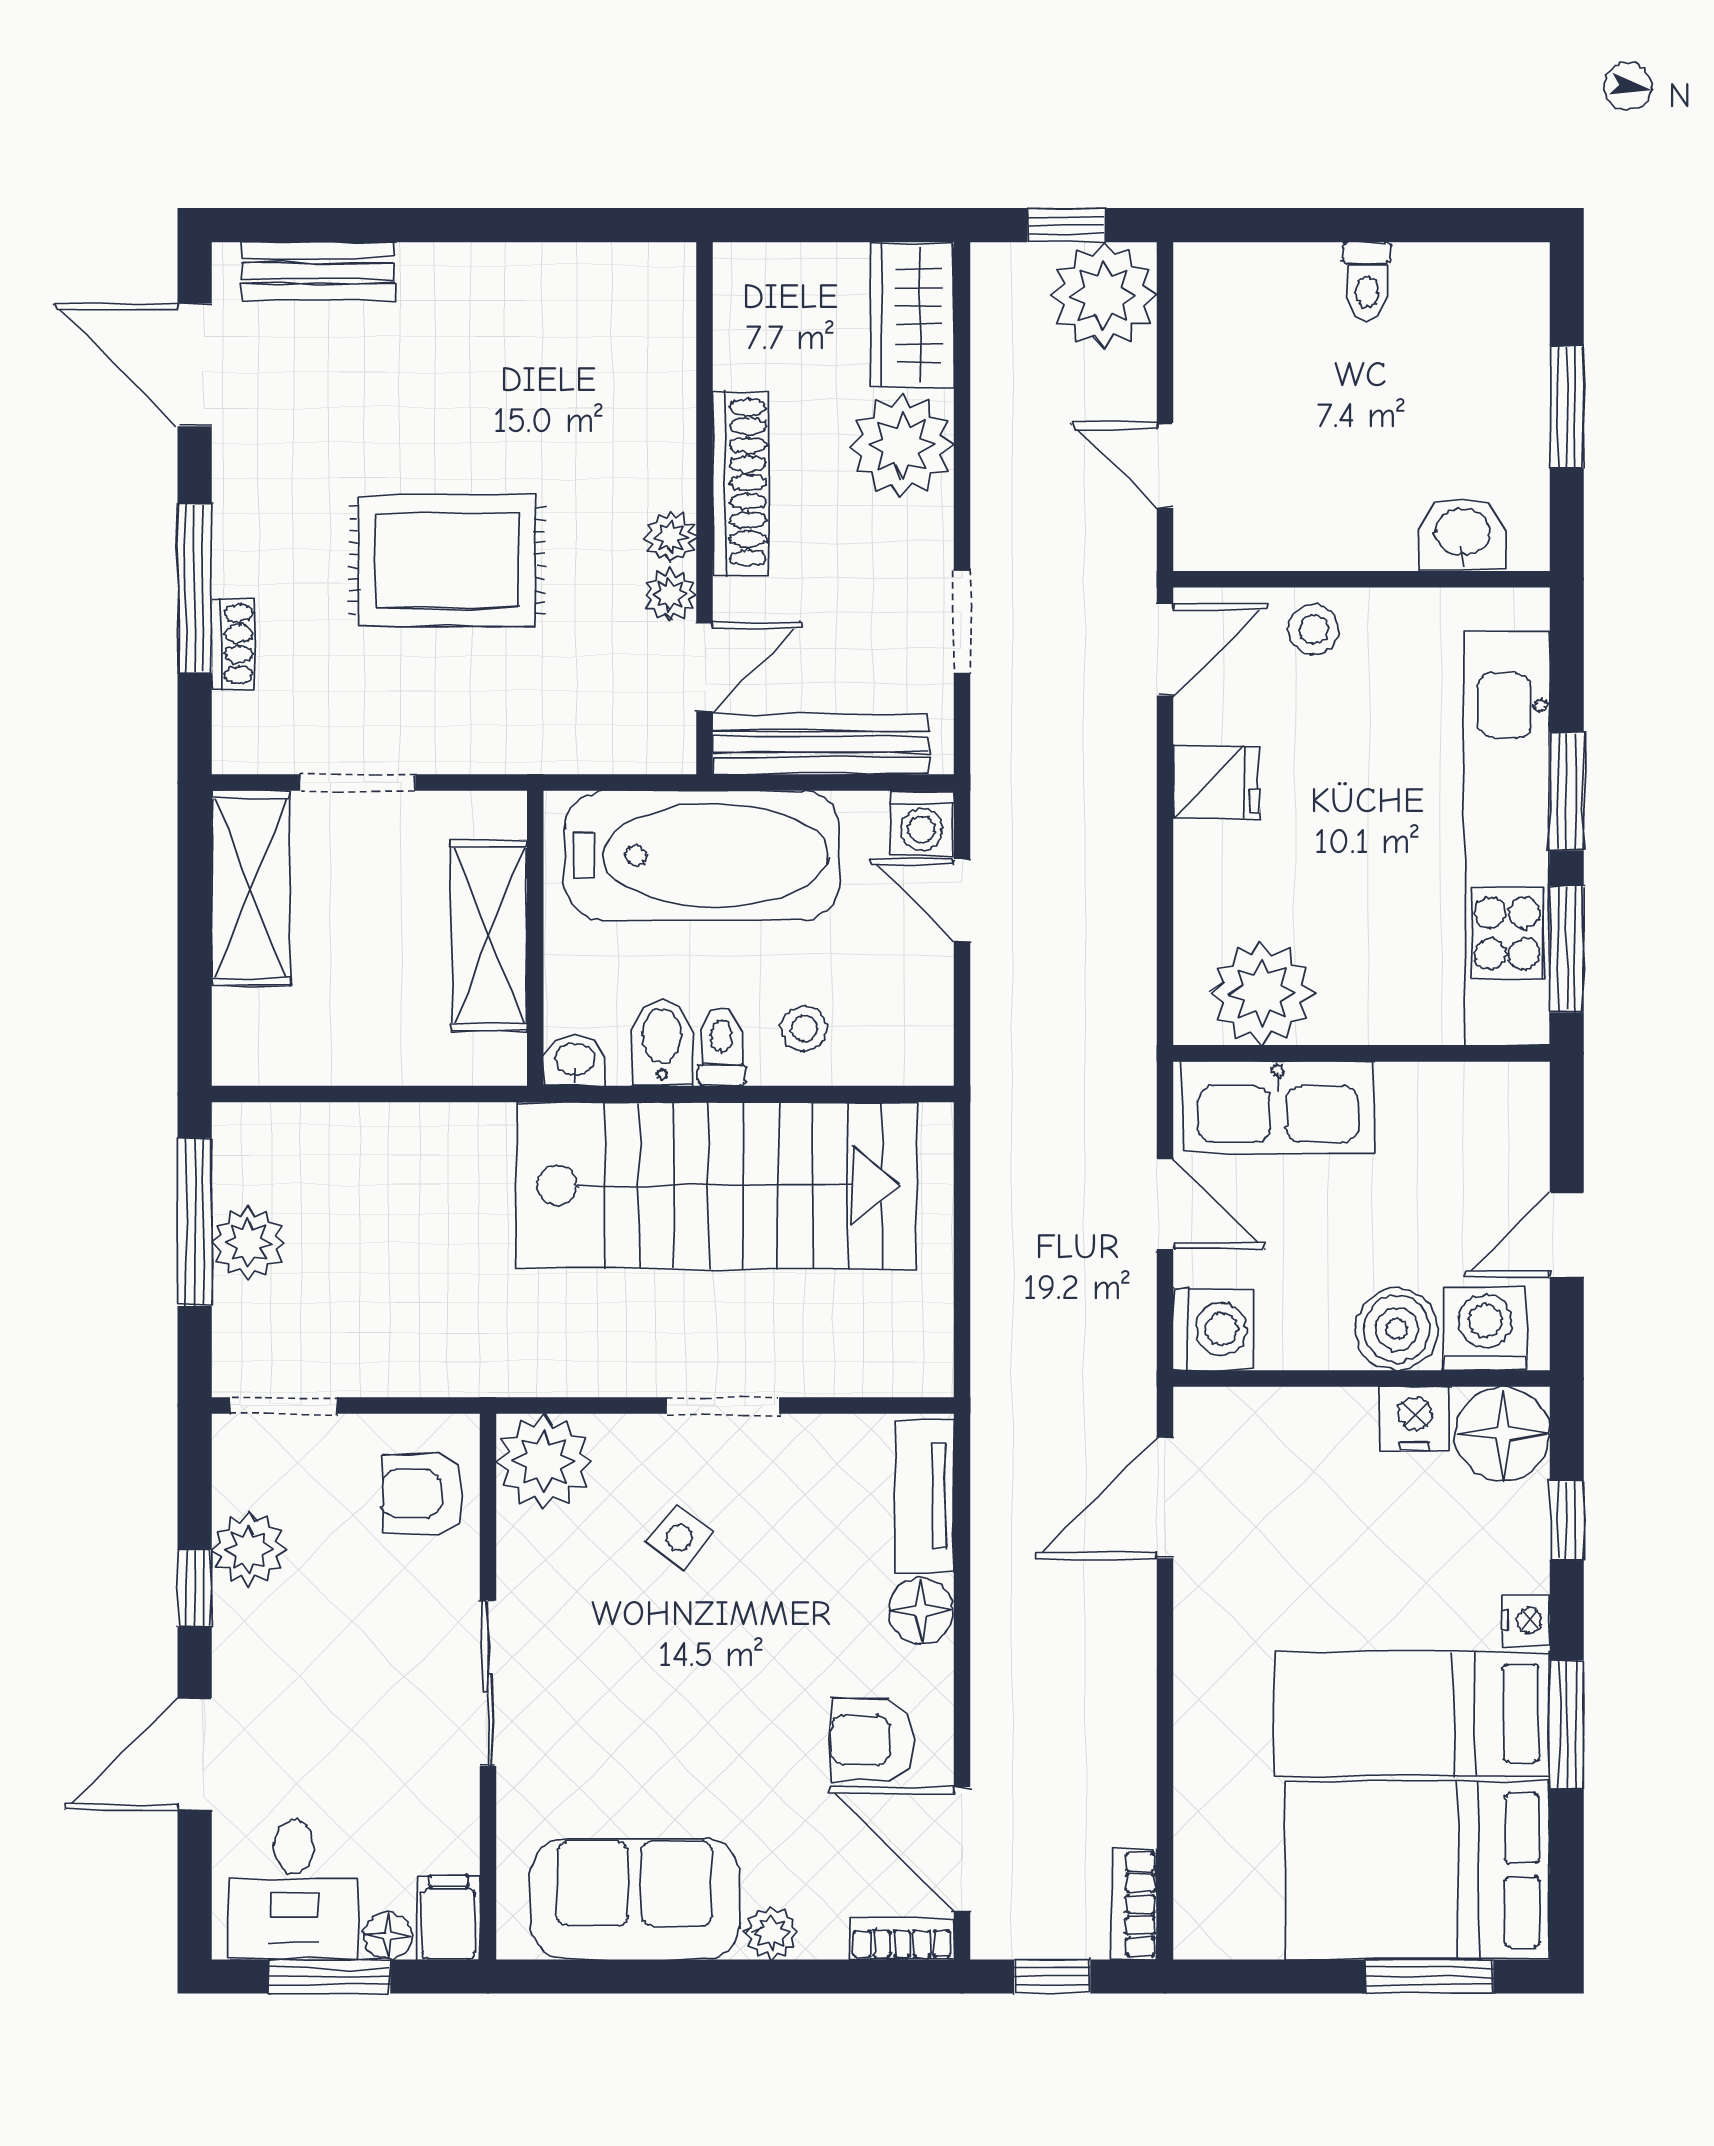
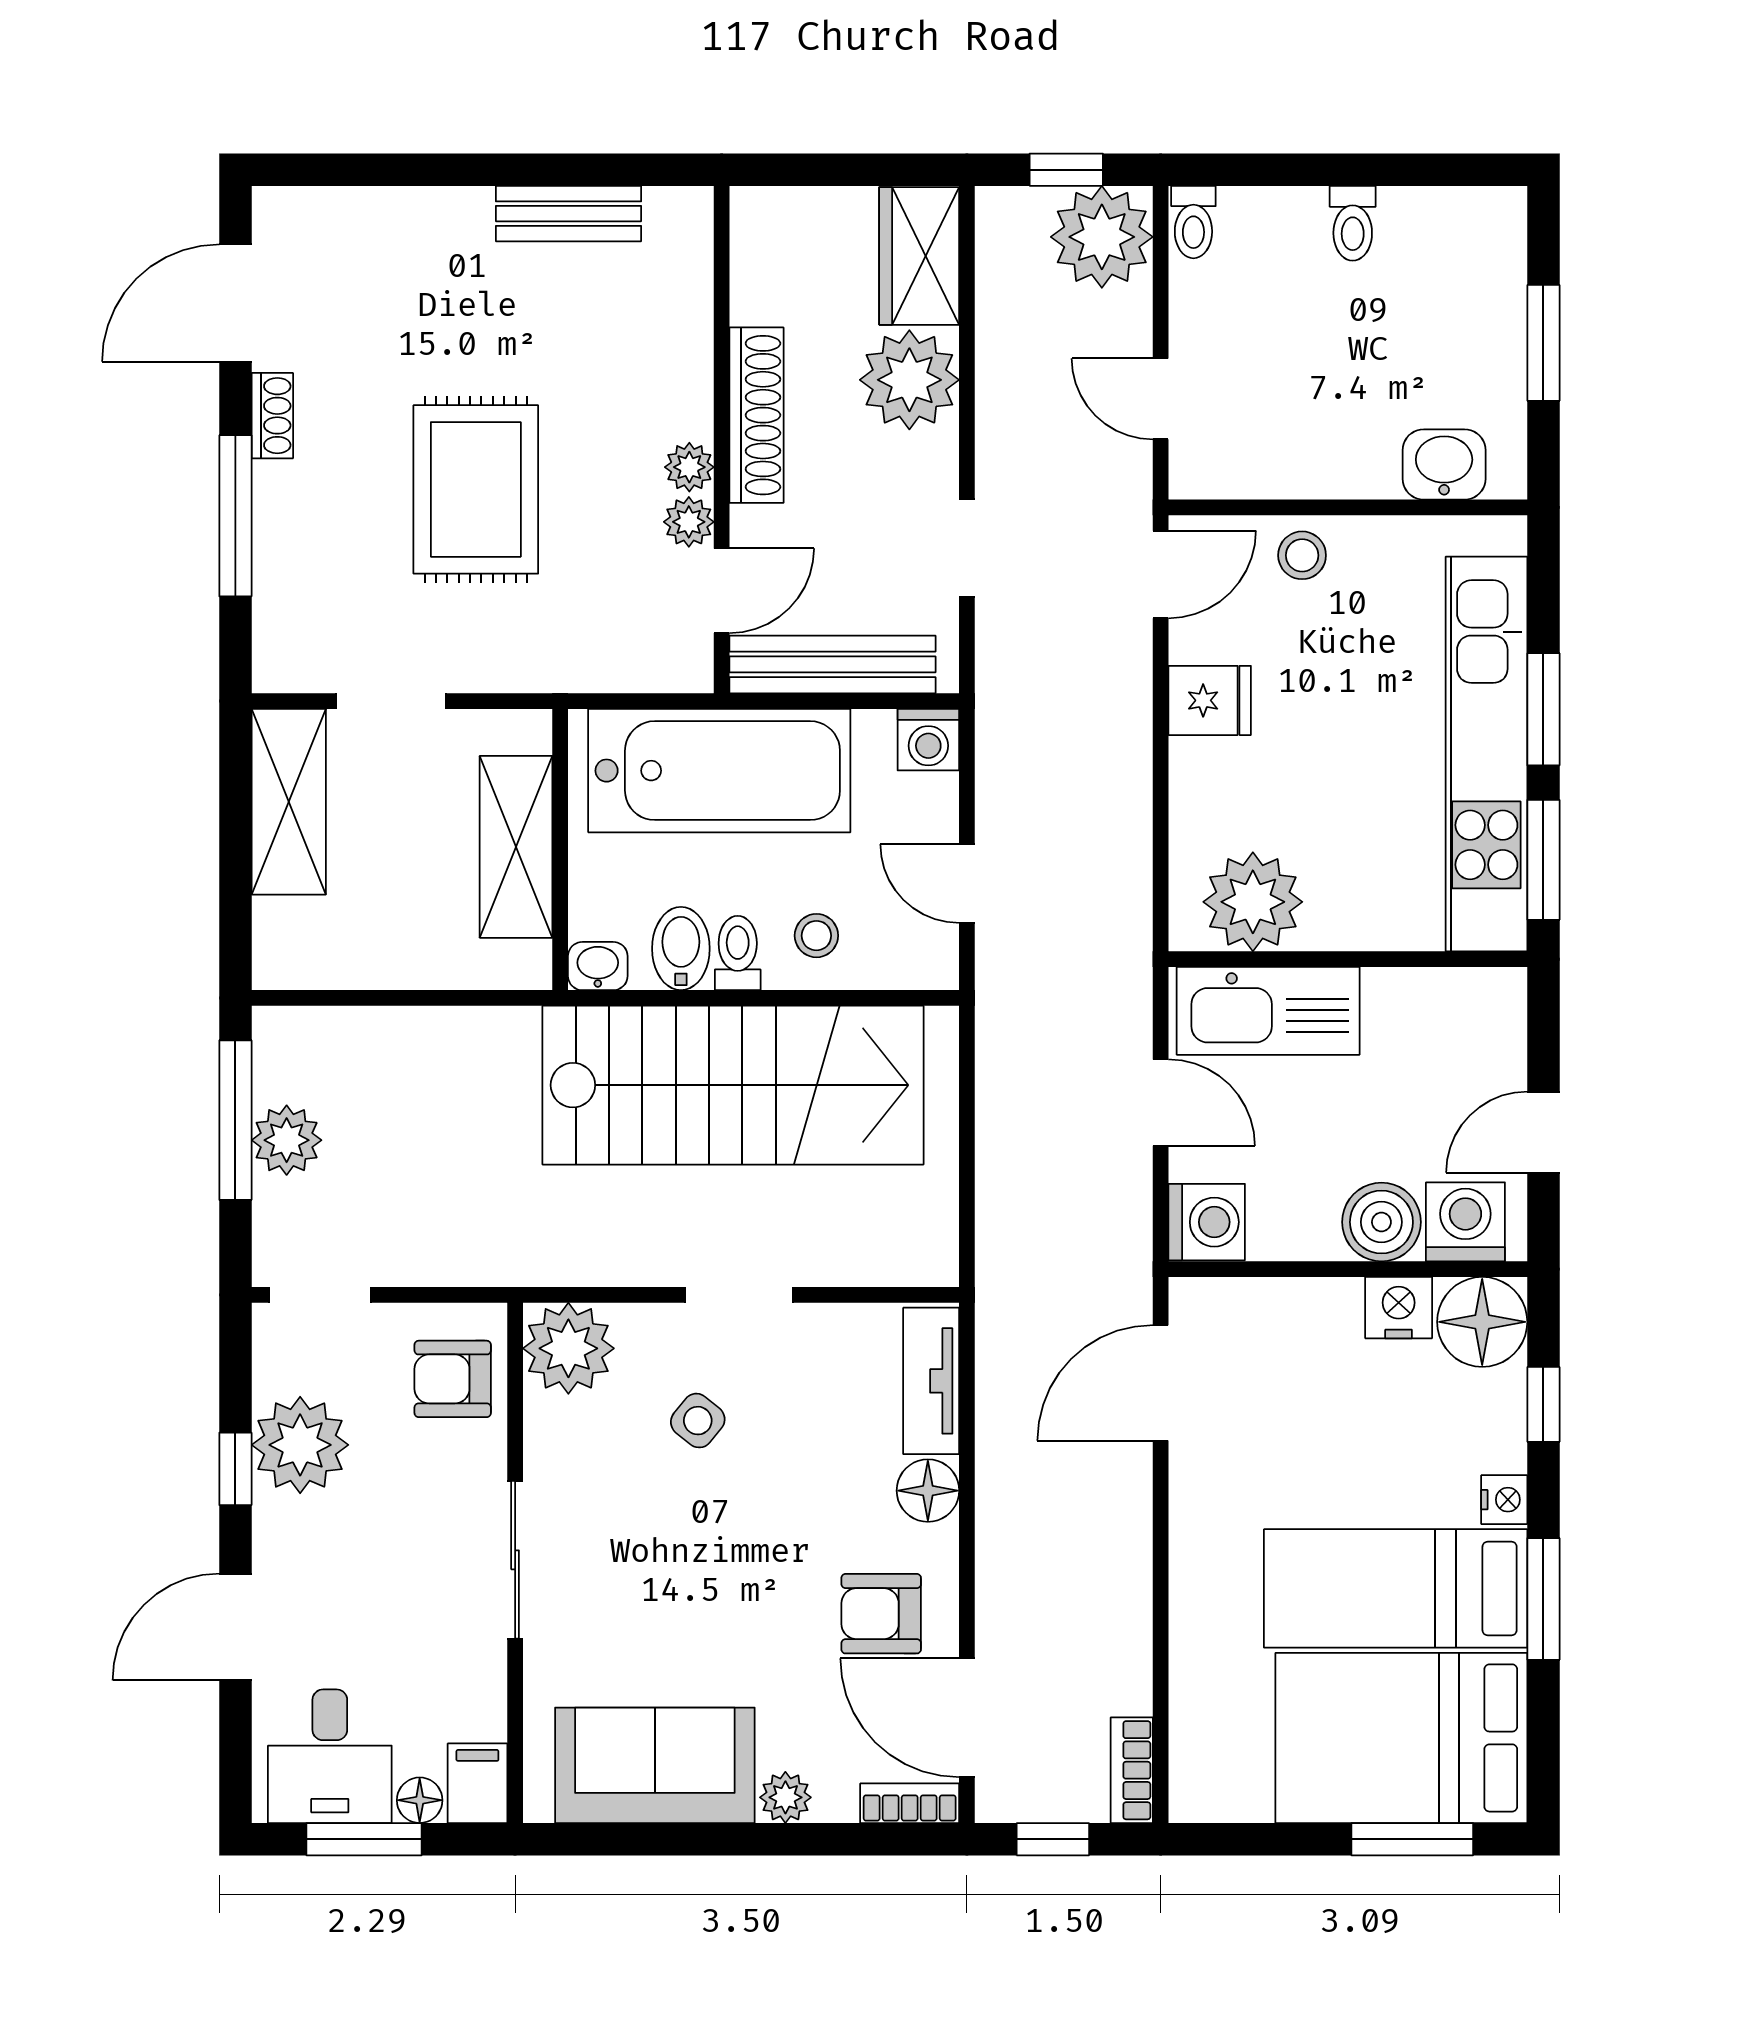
bench: (318, 271) -> (568, 214), moved
toilet: (1200, 280) -> (1193, 222), added
door: (195, 365) -> (235, 303), hinge flipped
rug: (447, 561) -> (476, 489), turned 90
shoe rack: (233, 644) -> (272, 416), moved
door: (962, 900) -> (967, 884), moved
plant: (249, 1549) -> (300, 1445), width x1.36, depth x1.36

